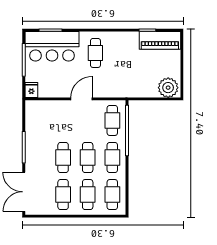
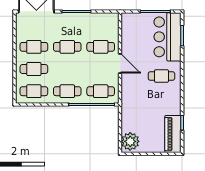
fridge: (31, 90) -> (128, 18), removed
cafe table: (88, 158) -> (101, 47), moved

